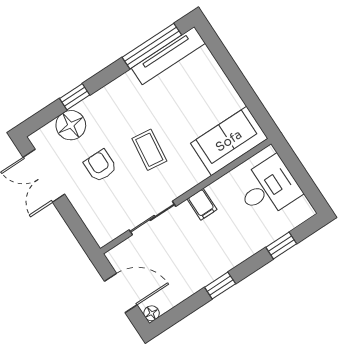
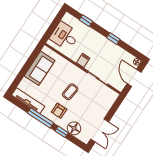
window: (152, 46) -> (41, 118), moved
sofa: (229, 141) -> (40, 68), moved, turned -90
armchair: (100, 166) -> (59, 111), moved

